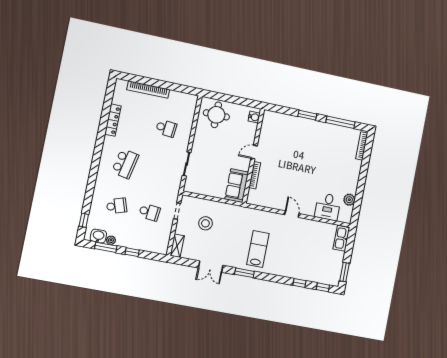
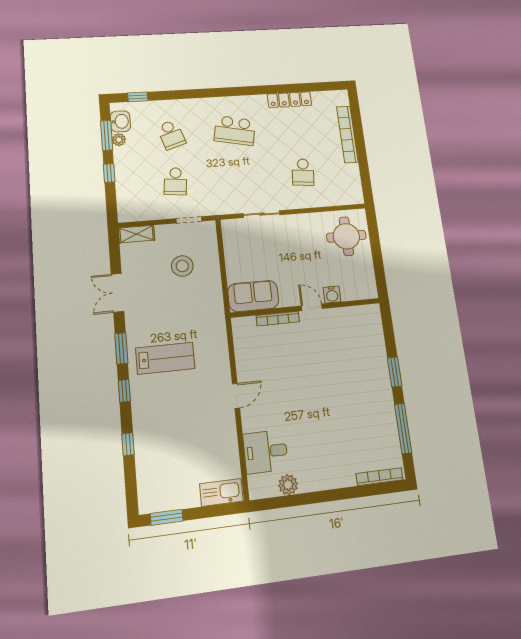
water cooler: (254, 117) -> (332, 295), moved
window: (323, 287) -> (124, 391), moved

